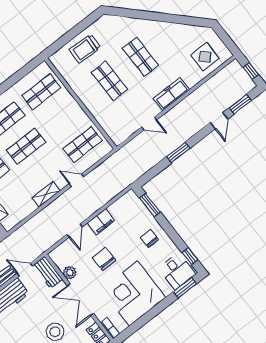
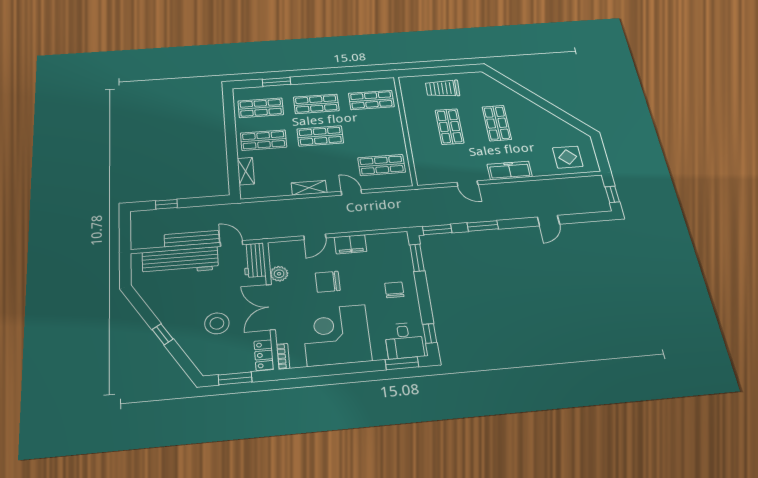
window: (240, 104) -> (437, 230), moved
chair: (104, 259) -> (328, 282), turned -90

